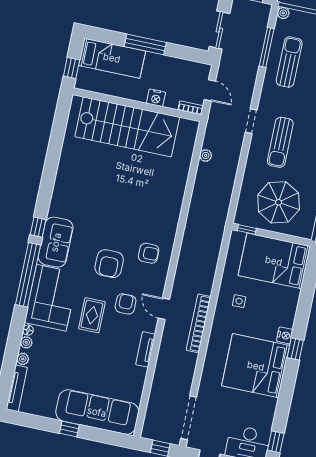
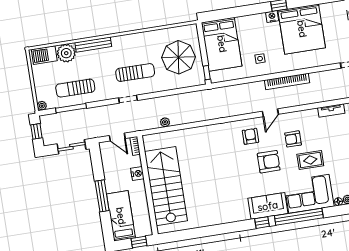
door: (210, 90) -> (117, 137), swing flipped
door: (164, 309) -> (270, 113), moved
tv unit: (145, 349) -> (331, 111), moved

